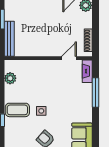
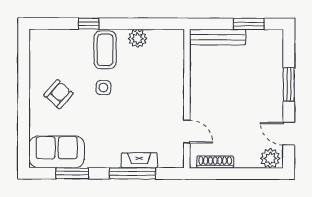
fireplace: (87, 71) -> (139, 160), moved
plant: (10, 78) -> (137, 38), moved
window: (95, 131) -> (72, 173), added

